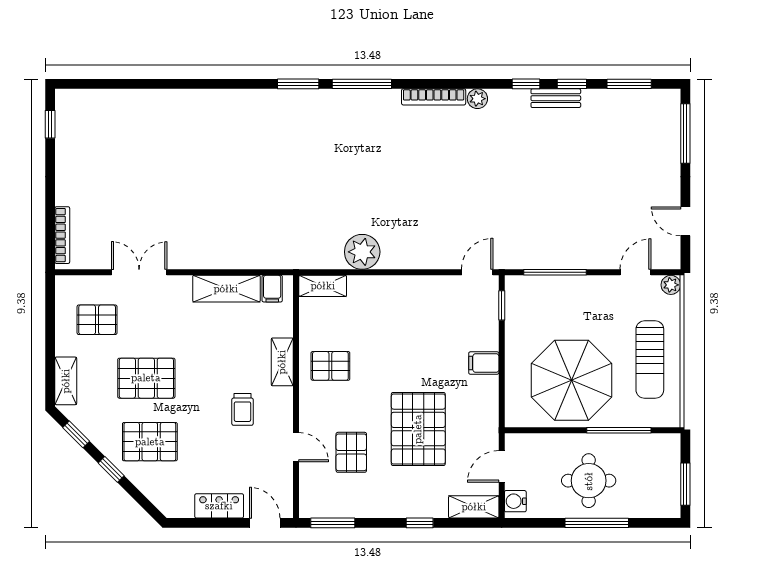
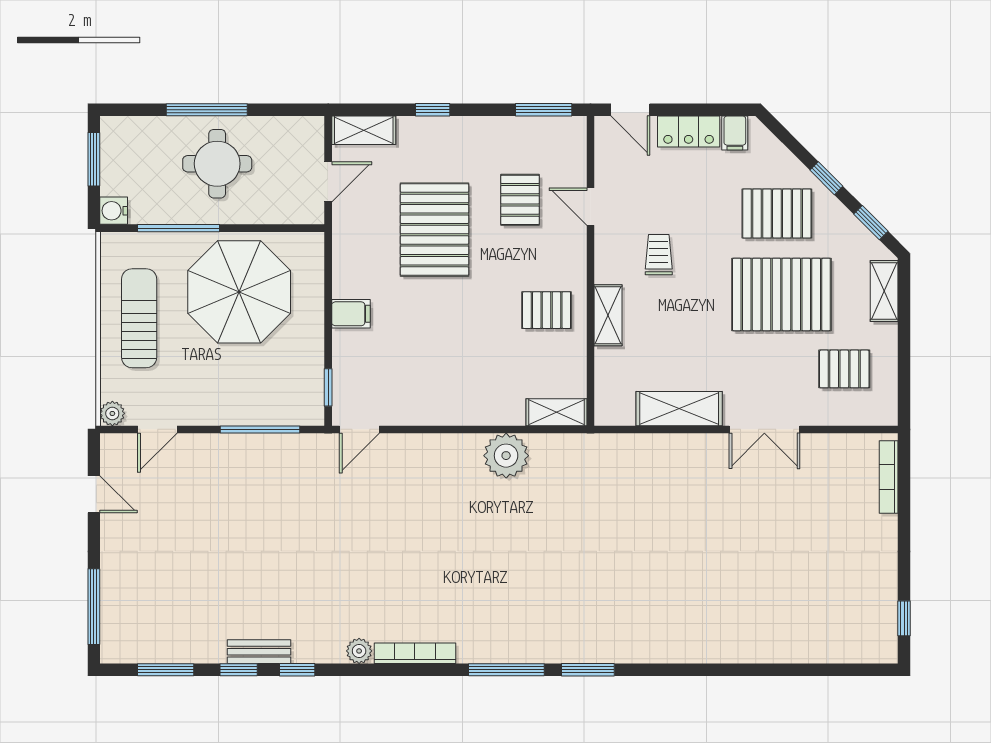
double door: (139, 272) -> (764, 429), moved
filing cabinet: (272, 289) -> (735, 133), moved, turned 180
pallet: (146, 378) -> (781, 294), width x1.37, depth x1.41
water cooler: (515, 501) -> (114, 211), moved, turned 180

